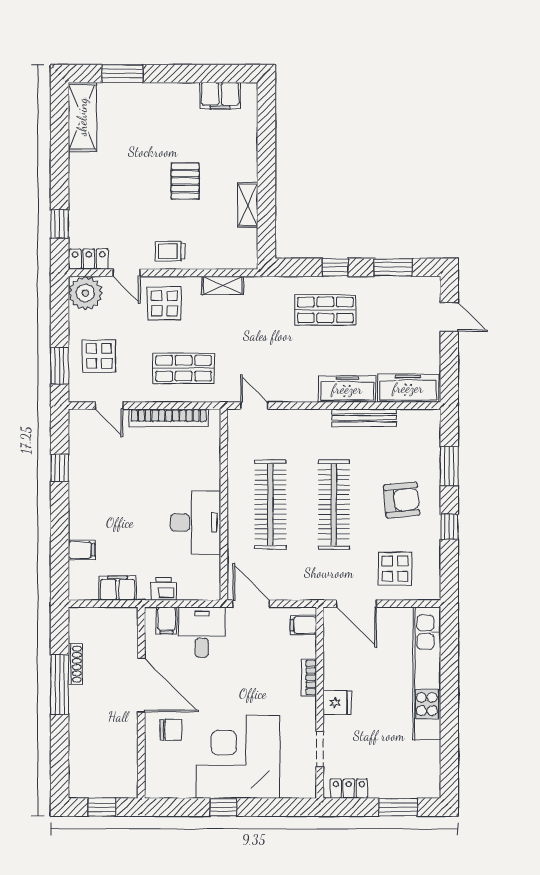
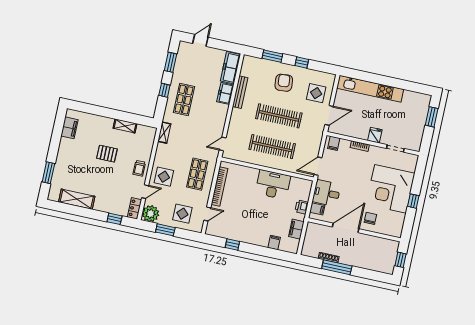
shelving: (82, 117) -> (77, 199), moved
shelving: (223, 285) -> (164, 133), moved
window: (60, 366) -> (165, 230), moved
freezer: (347, 389) -> (225, 93), width x0.71
locker: (349, 789) -> (418, 139), removed

